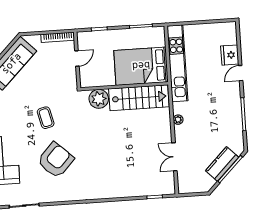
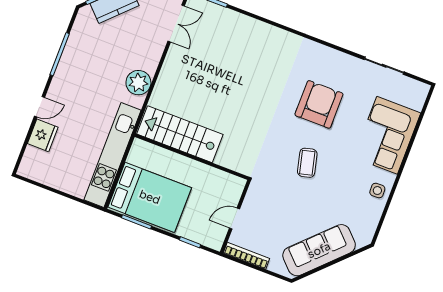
bed: (141, 66) -> (150, 197), moved
plant: (99, 99) -> (231, 156), removed
plant: (178, 120) -> (138, 83), width x1.88, depth x1.88
double door: (174, 157) -> (176, 23), moved
armchair: (56, 160) -> (319, 104), turned 137

